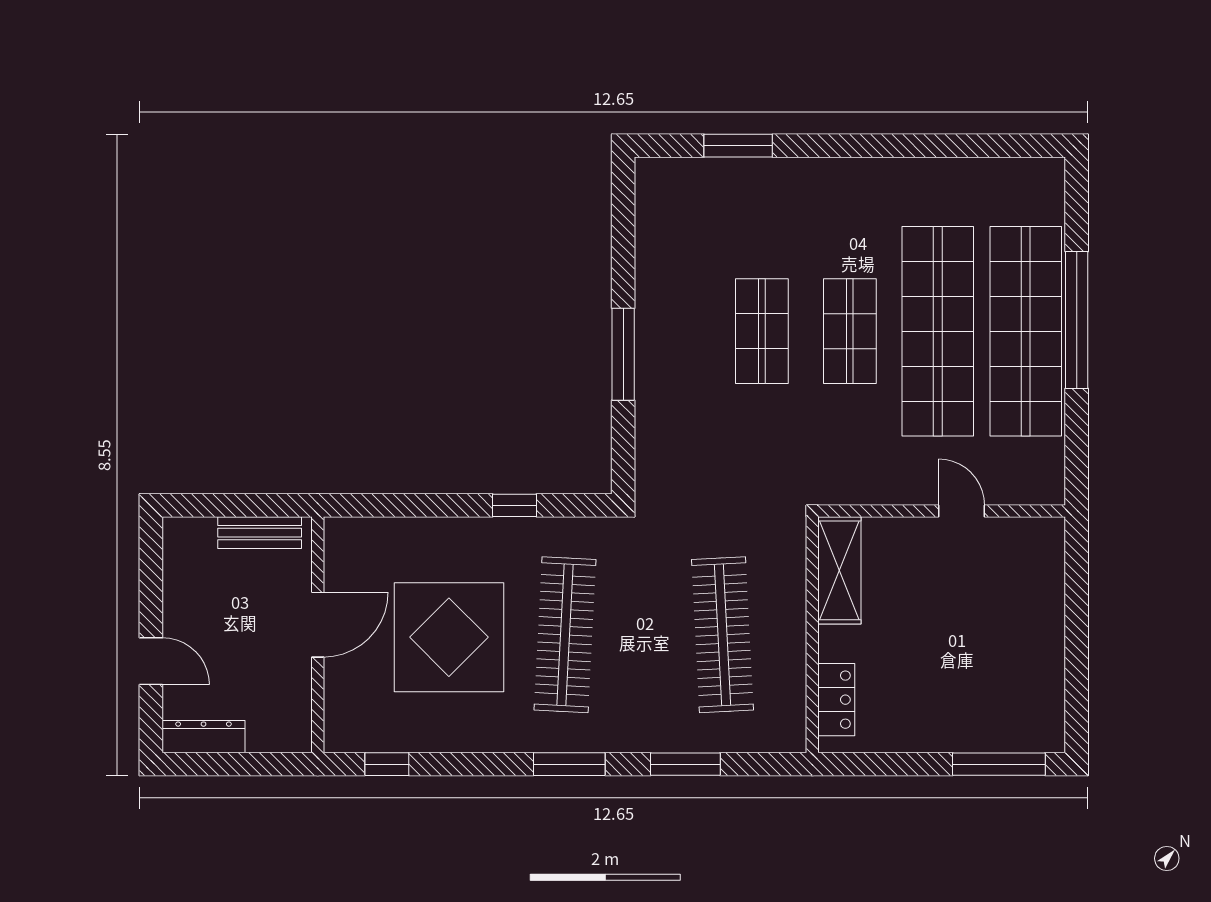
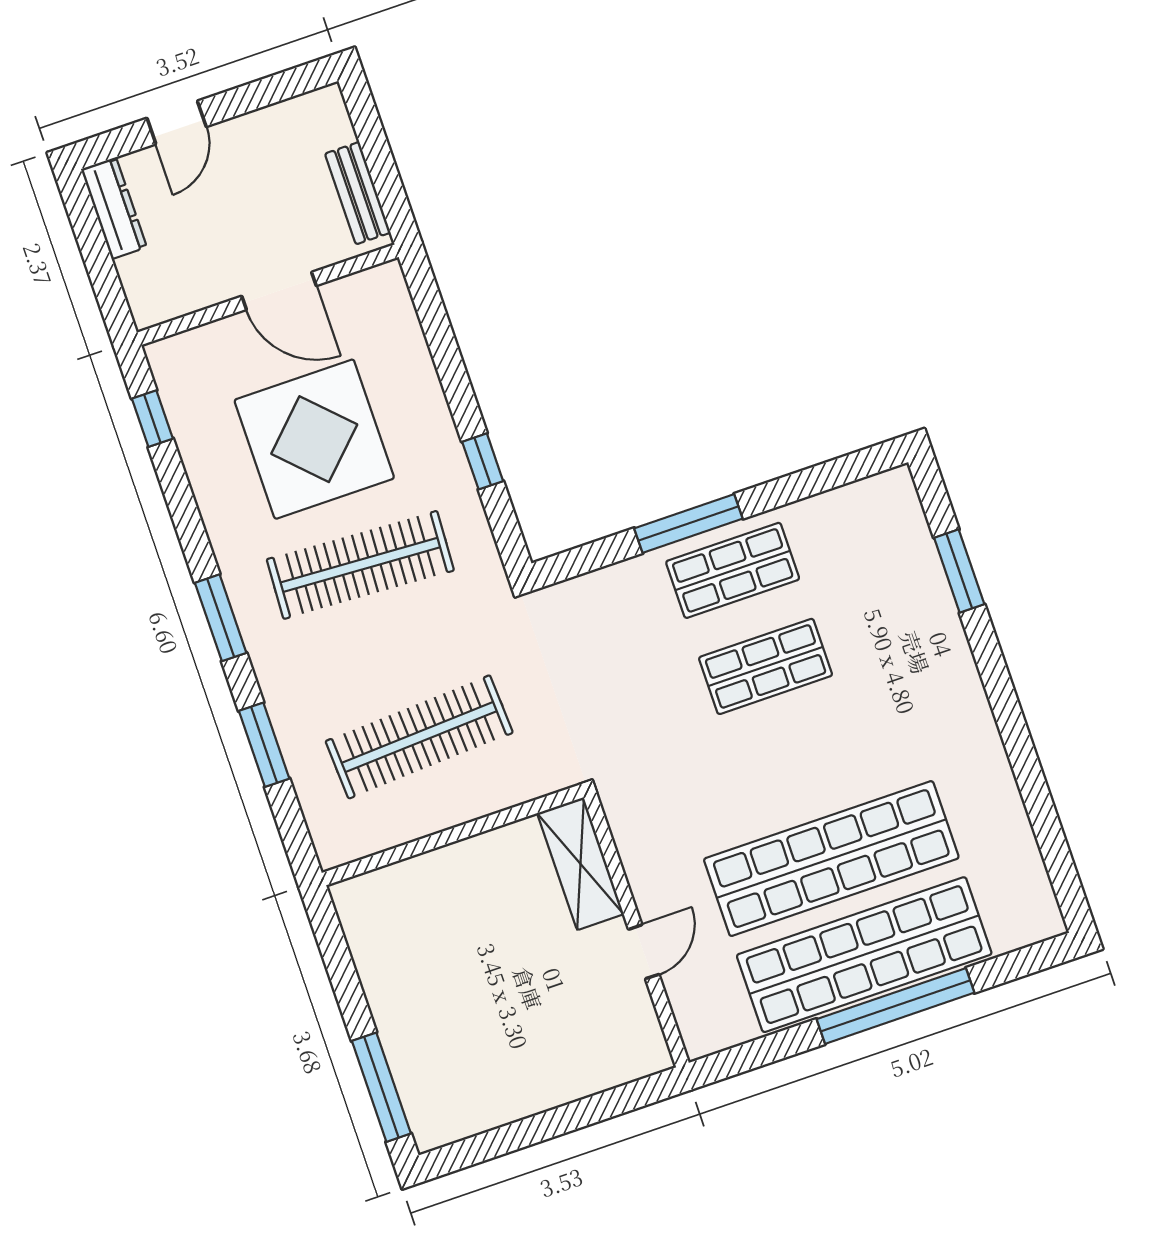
shop shelf: (850, 331) -> (733, 570), moved
shelving: (839, 570) -> (580, 864), moved, turned 90
locker: (836, 700) -> (391, 885), removed

